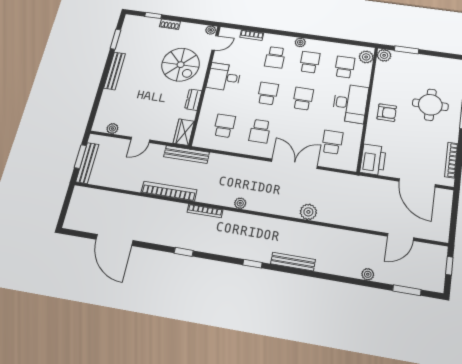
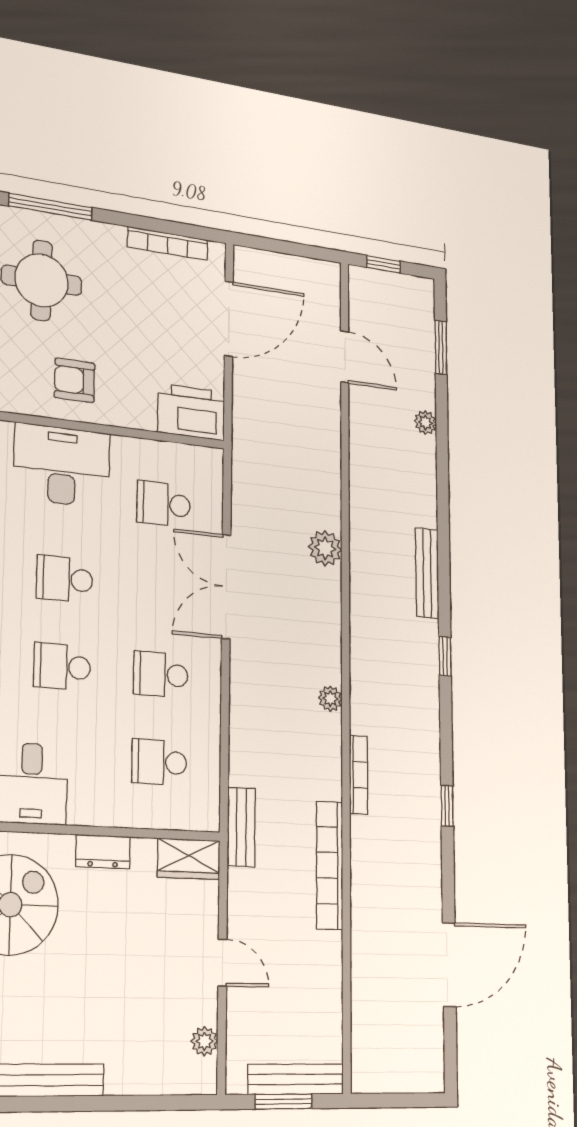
armchair: (387, 113) -> (75, 380), turned -90
school desk: (260, 131) -> (161, 674), turned 180
bench: (187, 154) -> (241, 827), width x0.73

